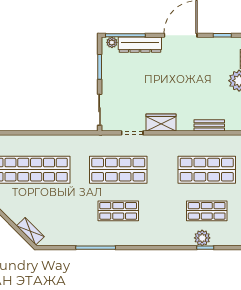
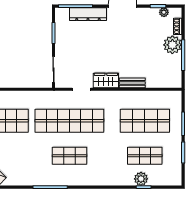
plant: (112, 42) -> (164, 12), moved
bench: (209, 125) -> (132, 83), moved
shop shelf: (118, 170) -> (69, 121), width x1.40

